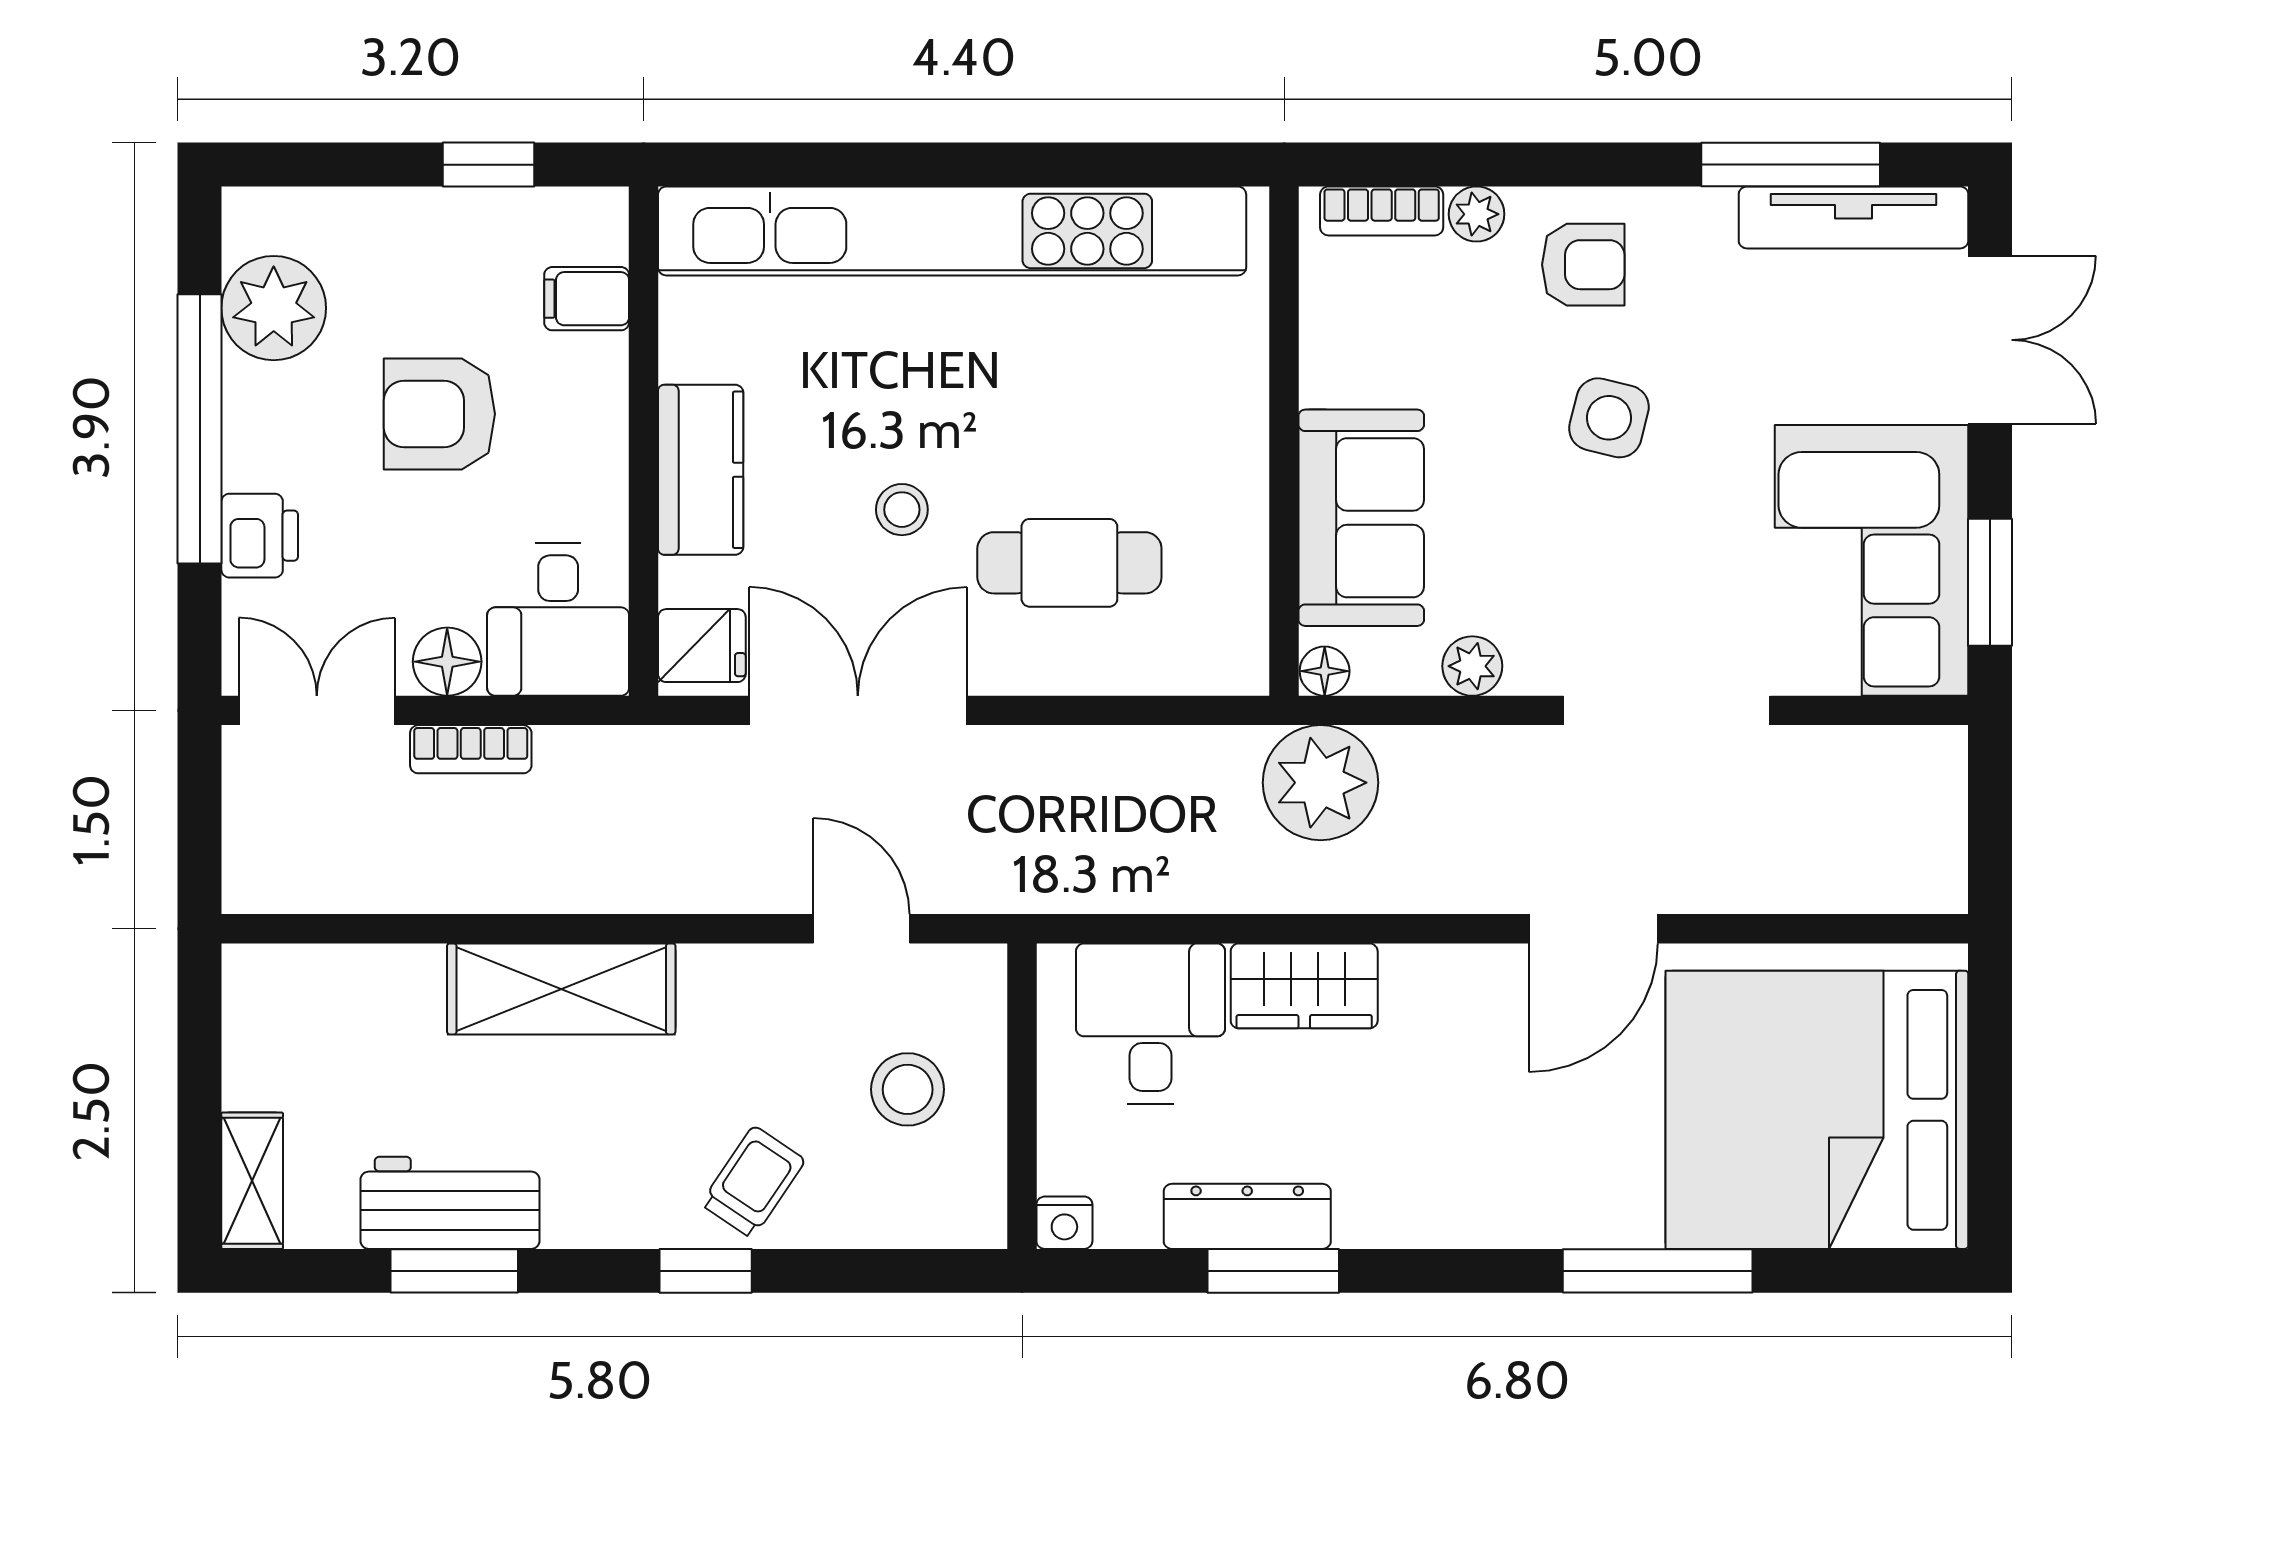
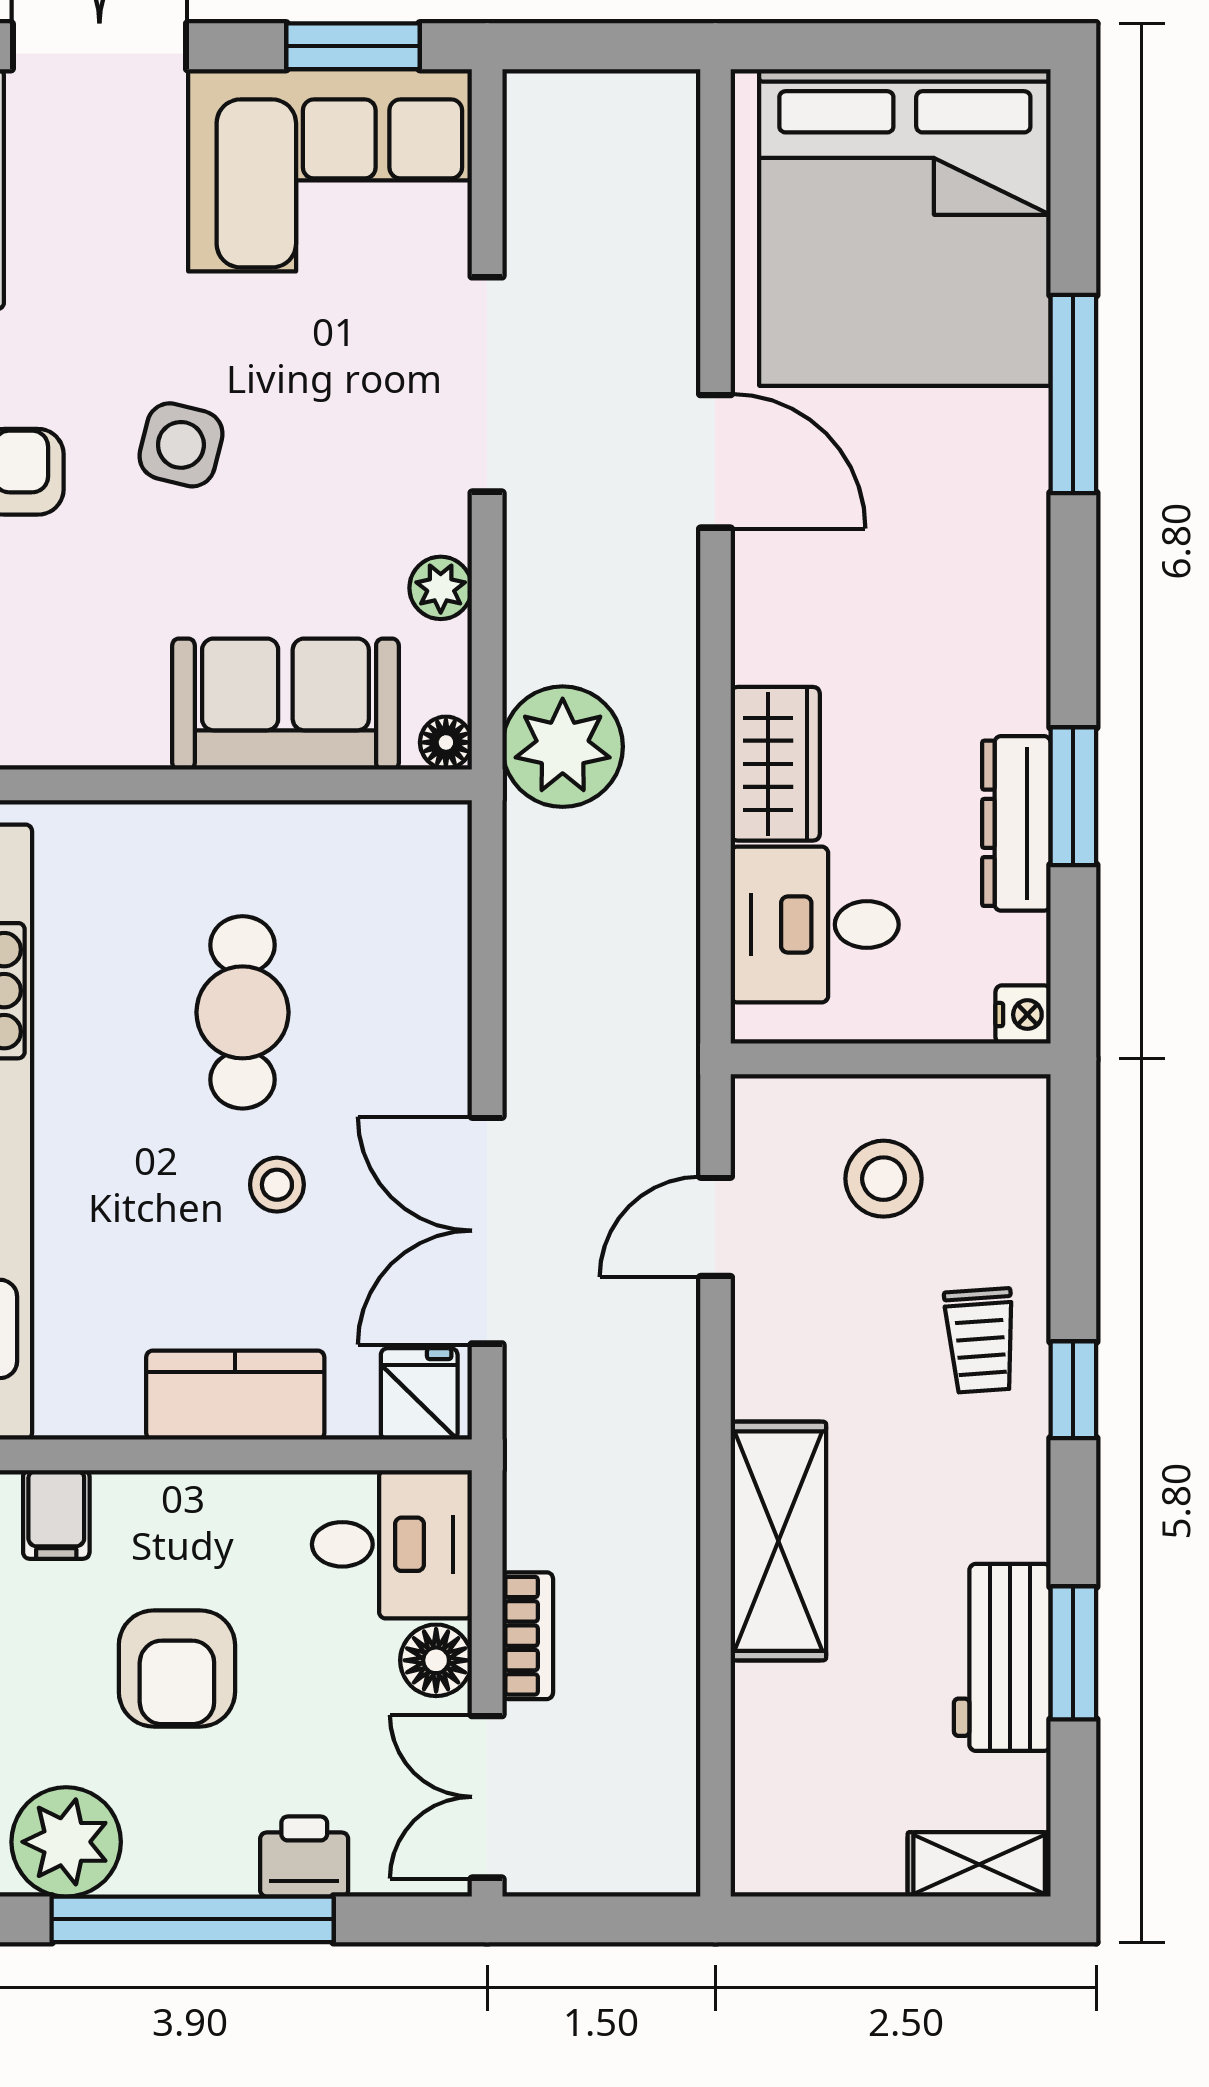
cafe table: (1069, 563) -> (243, 1012), moved
trolley: (753, 1182) -> (980, 1340), turned -128

